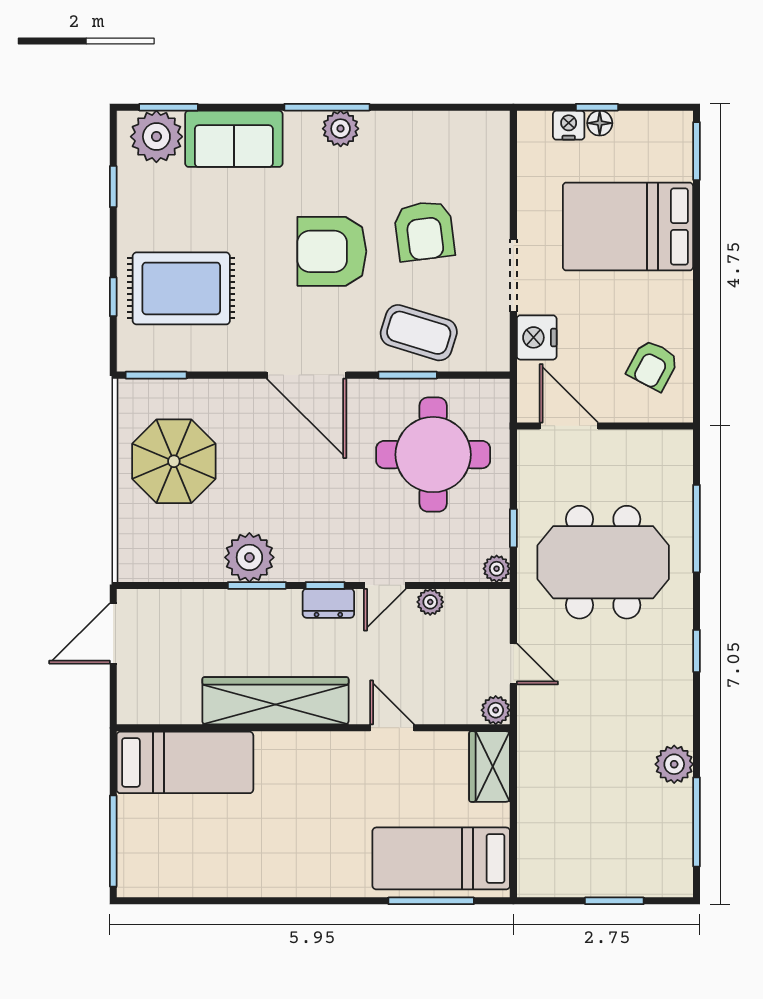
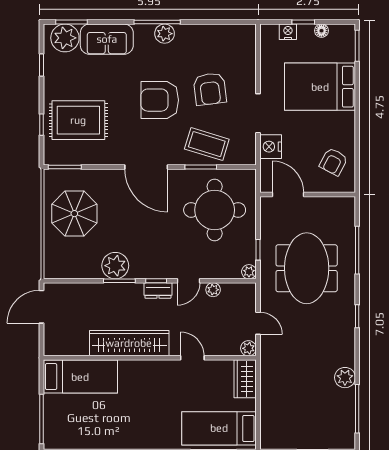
floor lamp: (600, 123) -> (321, 31), moved
meeting table: (603, 562) -> (307, 268), turned 90

